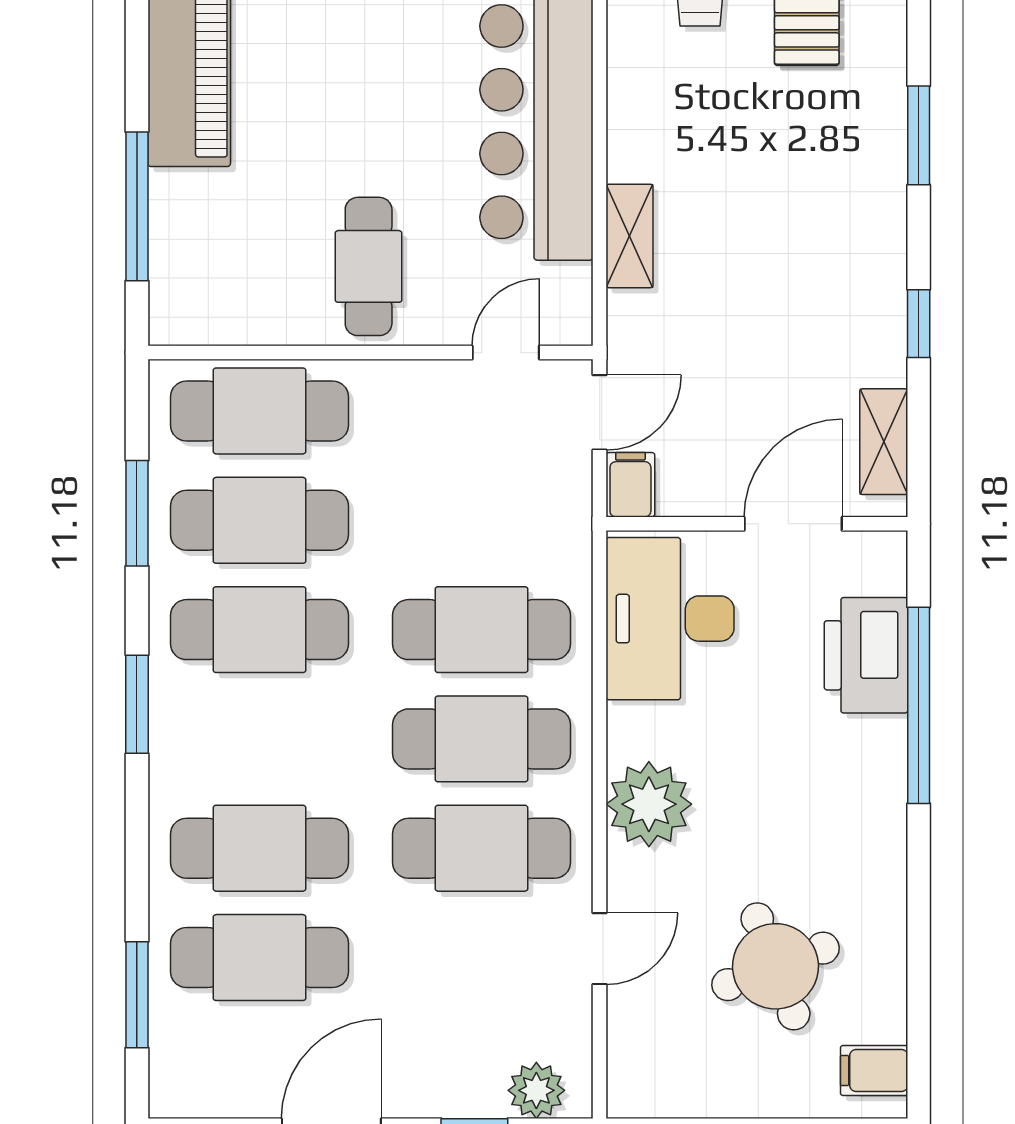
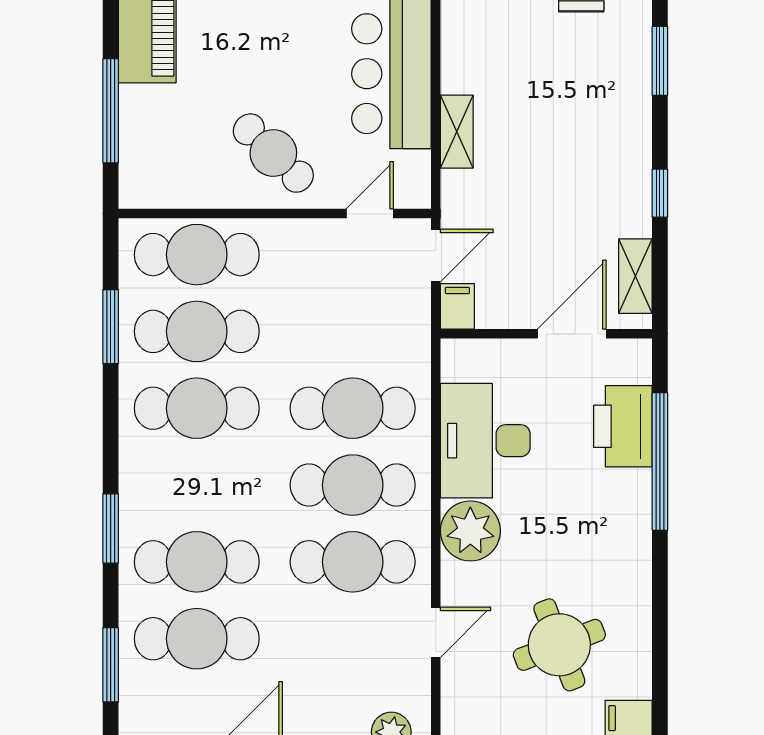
cafe table: (369, 266) -> (273, 153), turned -46
desk: (670, 619) -> (485, 441), moved
window: (137, 704) -> (111, 529), moved

